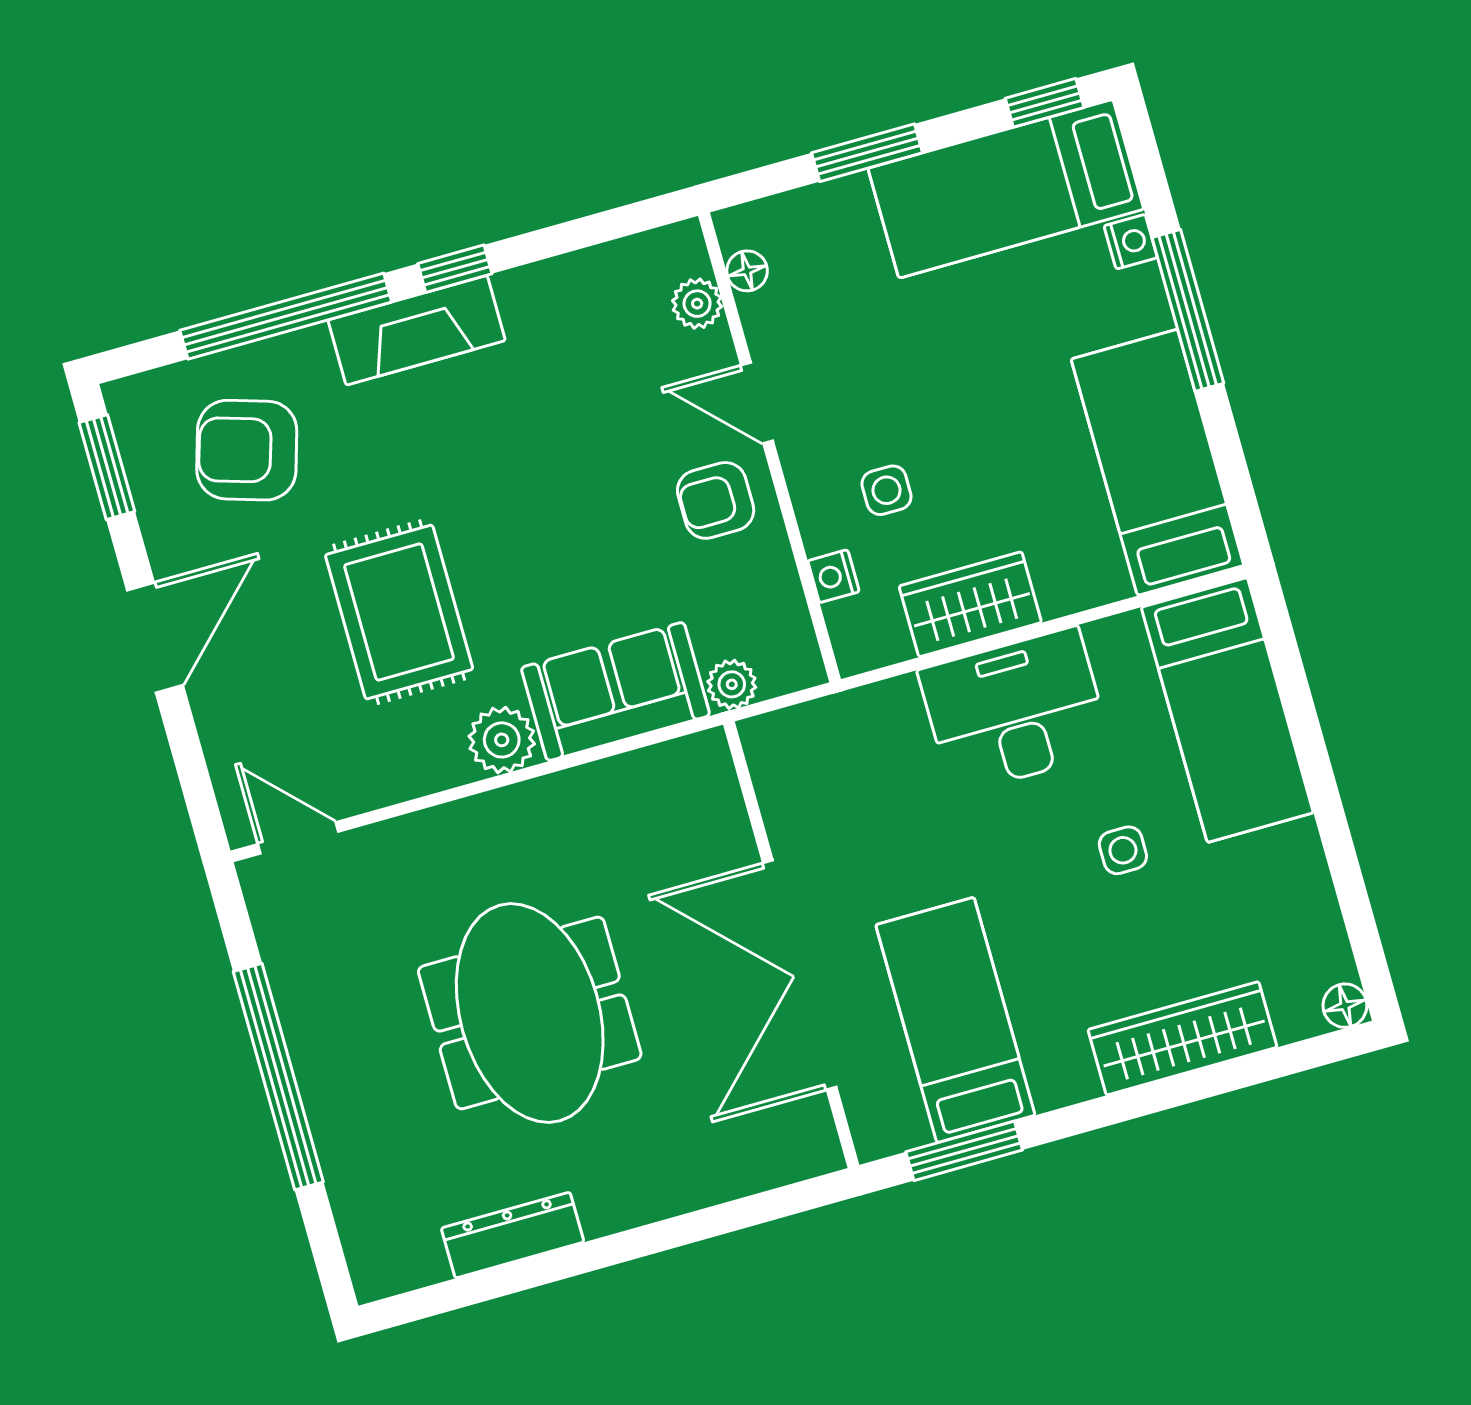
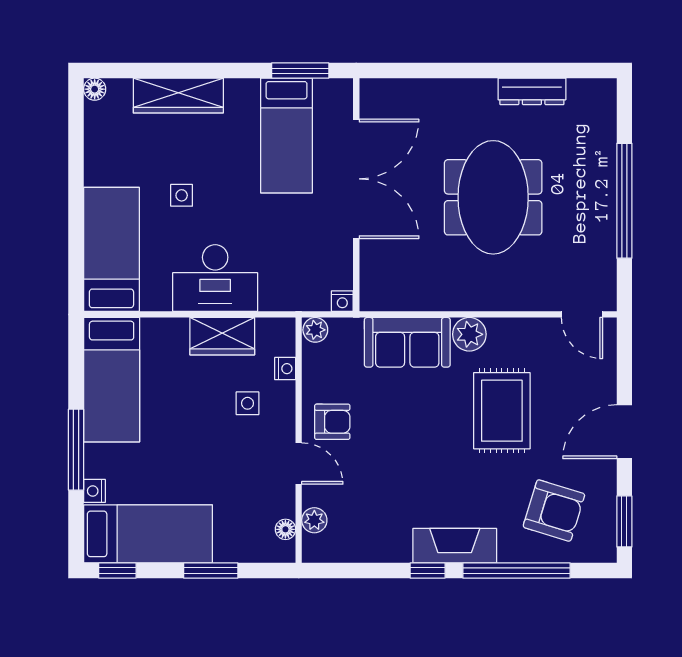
plant: (732, 684) -> (315, 330), moved
nightstand: (761, 735) -> (342, 301), added

